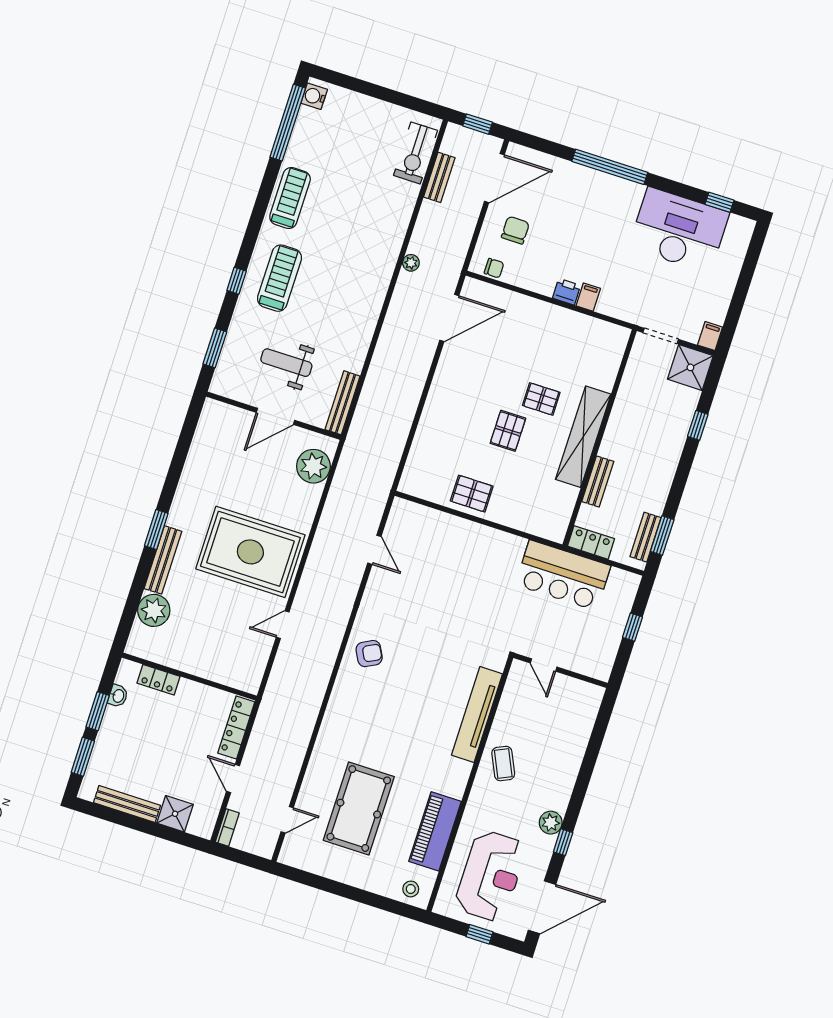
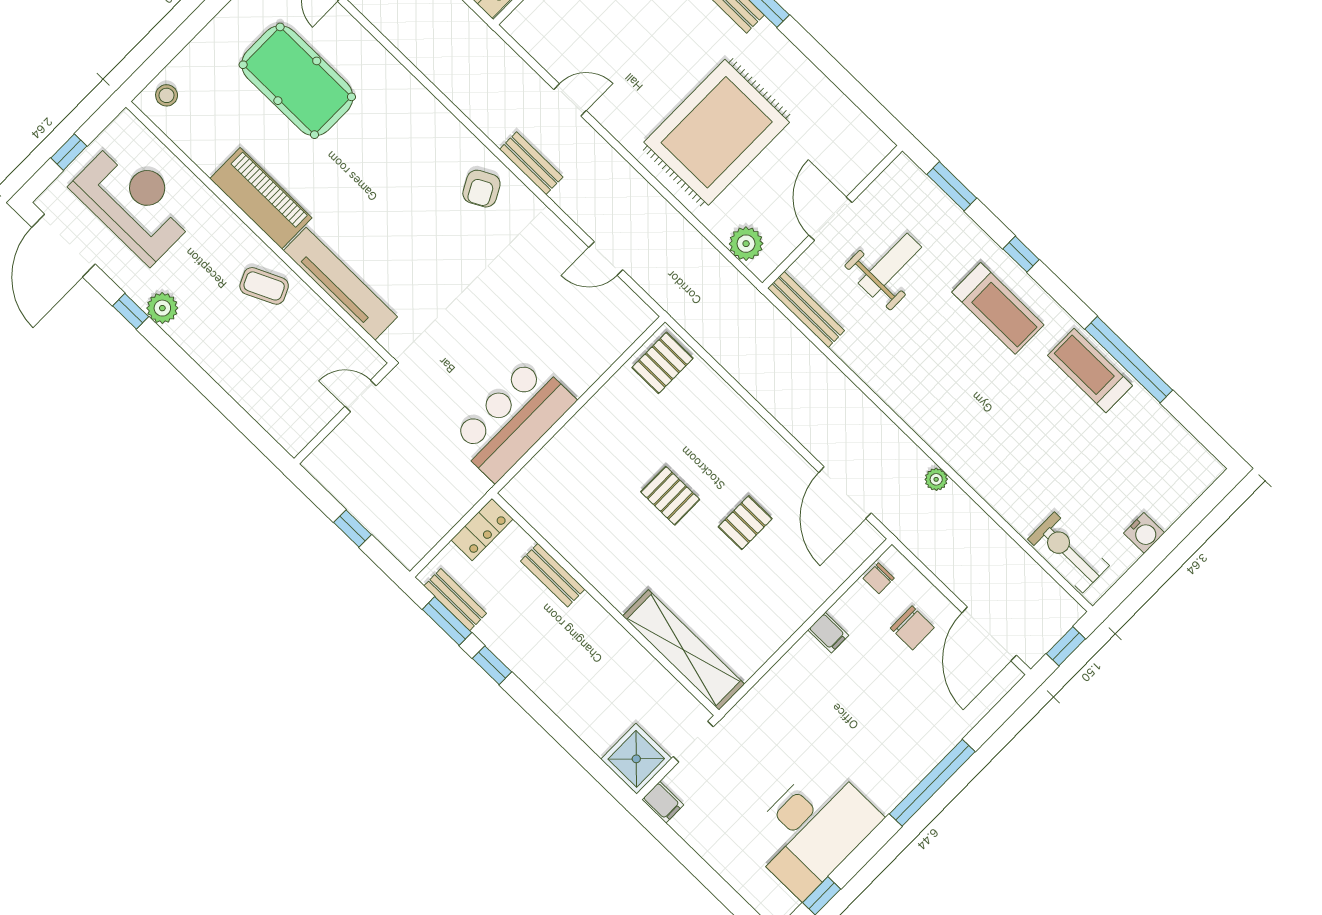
water cooler: (314, 96) -> (1144, 533), moved, turned 90
window: (288, 123) -> (1129, 360), moved
bench: (439, 177) -> (531, 163), moved
treadmill: (290, 198) -> (1090, 371), turned 180
printer: (567, 292) -> (805, 653), removed
filing cabinet: (588, 297) -> (828, 633), moved
pallet: (541, 399) -> (745, 523), moved
window: (698, 425) -> (492, 665), moved
shelving: (583, 437) -> (684, 650), moved
plant: (313, 466) -> (746, 244), width x0.73, depth x0.73
pallet: (472, 494) -> (663, 363), moved
rug: (250, 552) -> (717, 132), moved
bar counter: (563, 575) -> (513, 420), moved
door: (283, 625) -> (570, 100), hinge flipped
piano: (435, 831) -> (261, 198), moved
reception desk: (491, 876) -> (134, 202), turned 180

